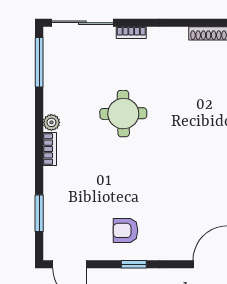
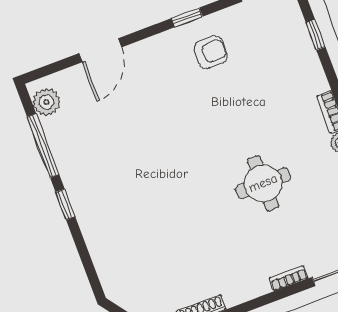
window: (39, 213) -> (316, 35), width x0.67

